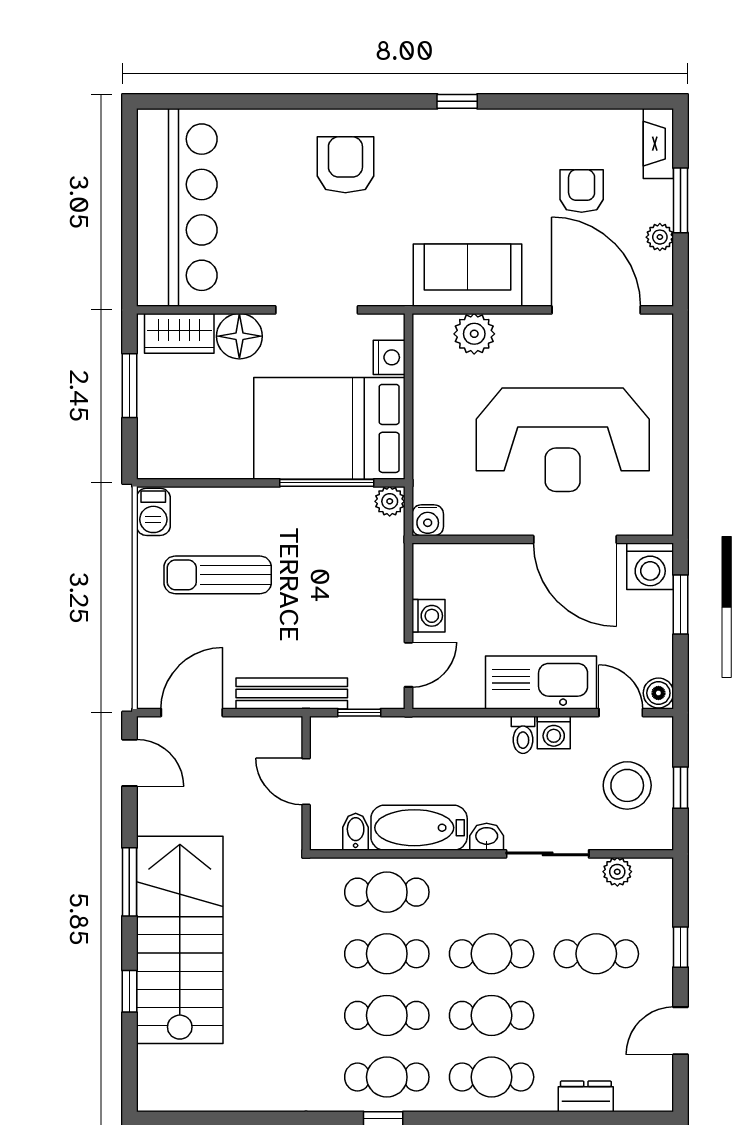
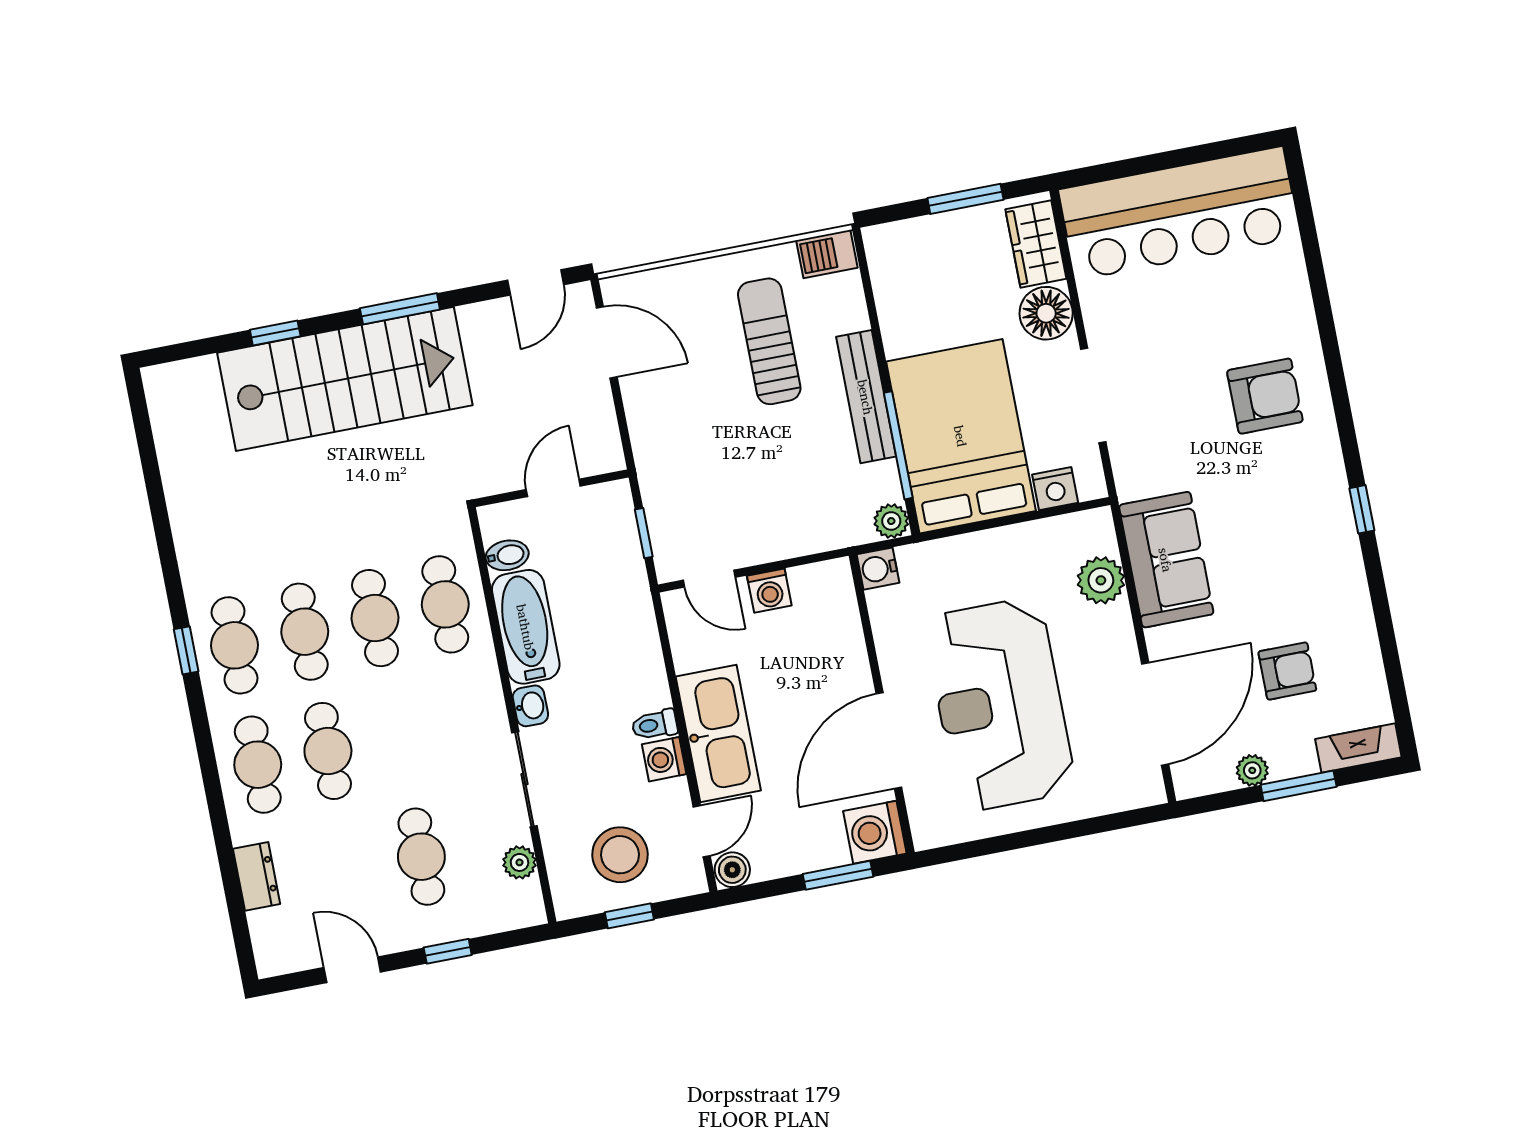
bench: (292, 693) -> (866, 397), moved
cafe table: (492, 954) -> (398, 737), removed

